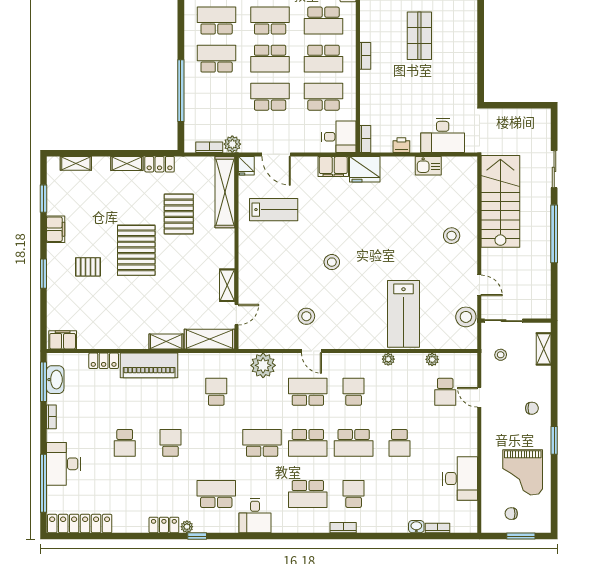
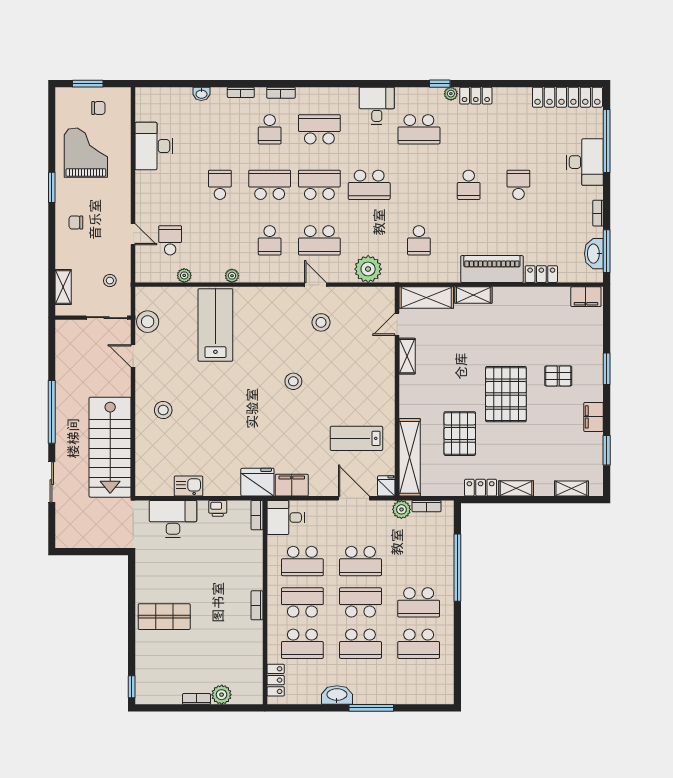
school desk: (323, 21) -> (302, 644), turned 180
shop shelf: (419, 36) -> (164, 617), moved, turned 90
bookcase: (437, 528) -> (241, 92), moved

